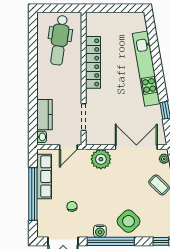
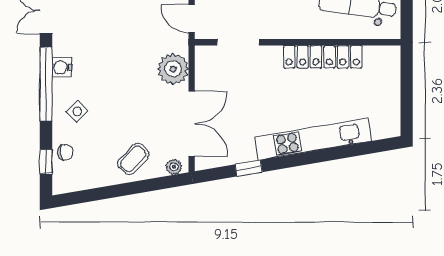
chair: (72, 206) -> (65, 152), moved
side table: (128, 221) -> (77, 112), width x0.54, depth x0.54

